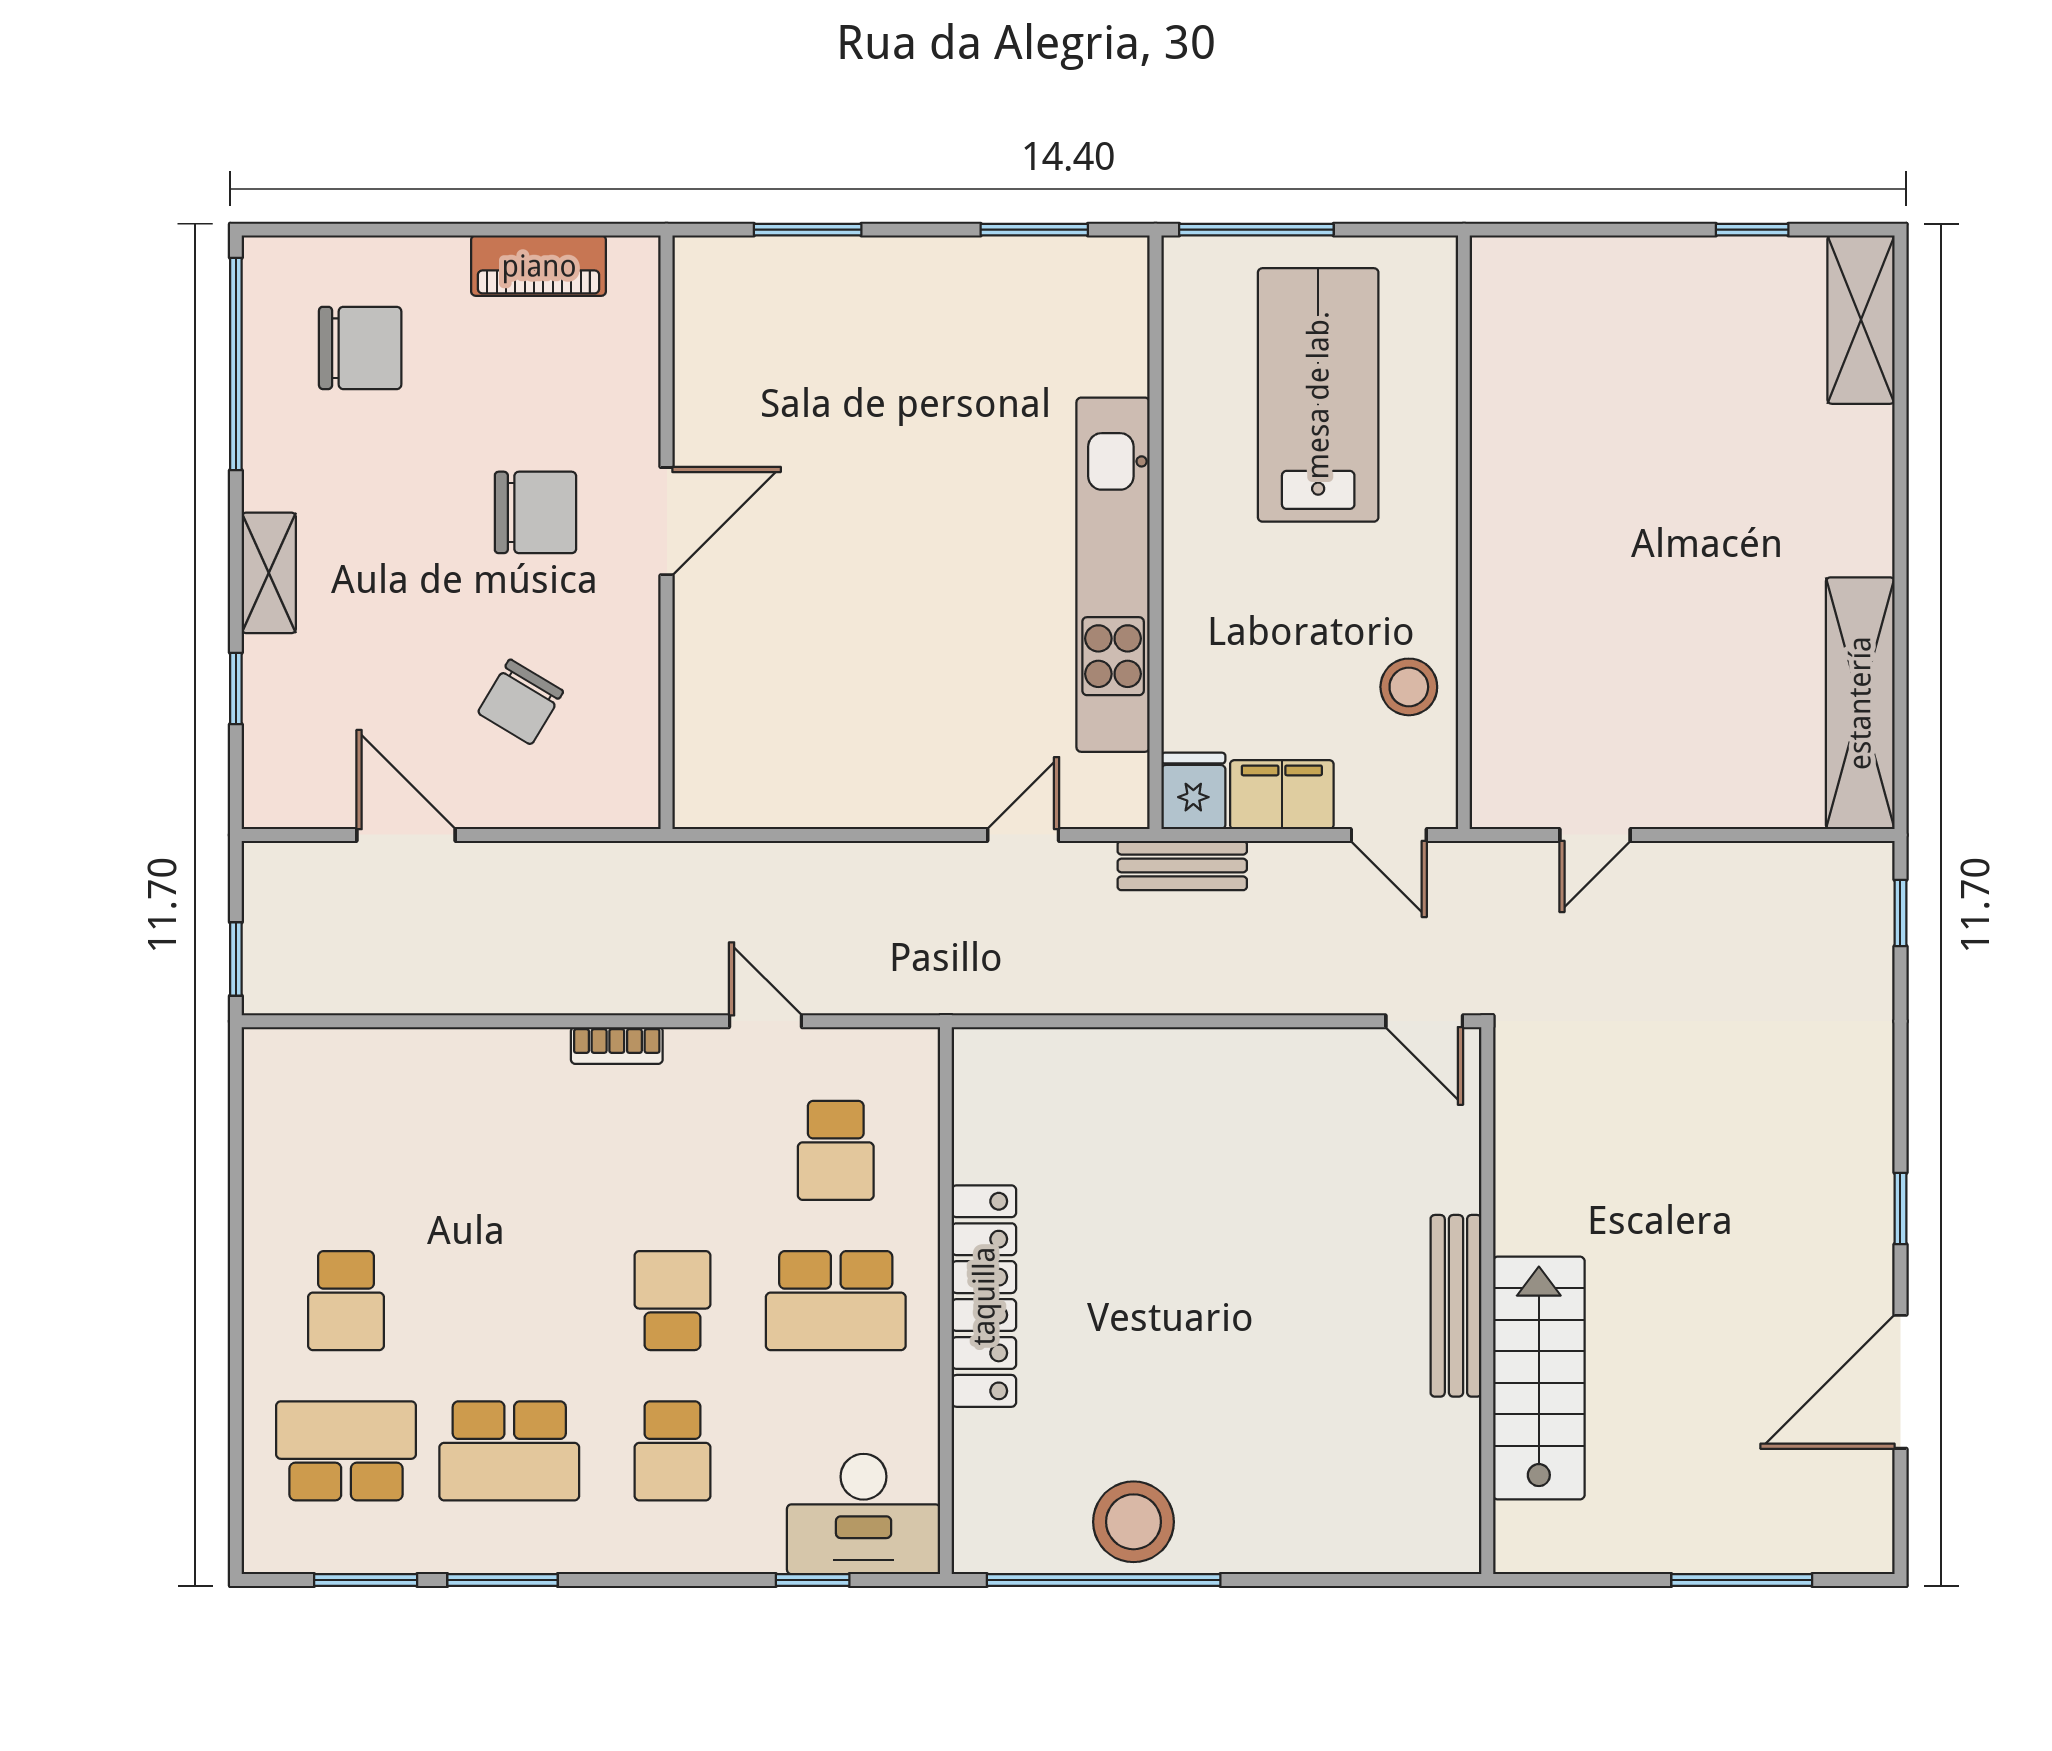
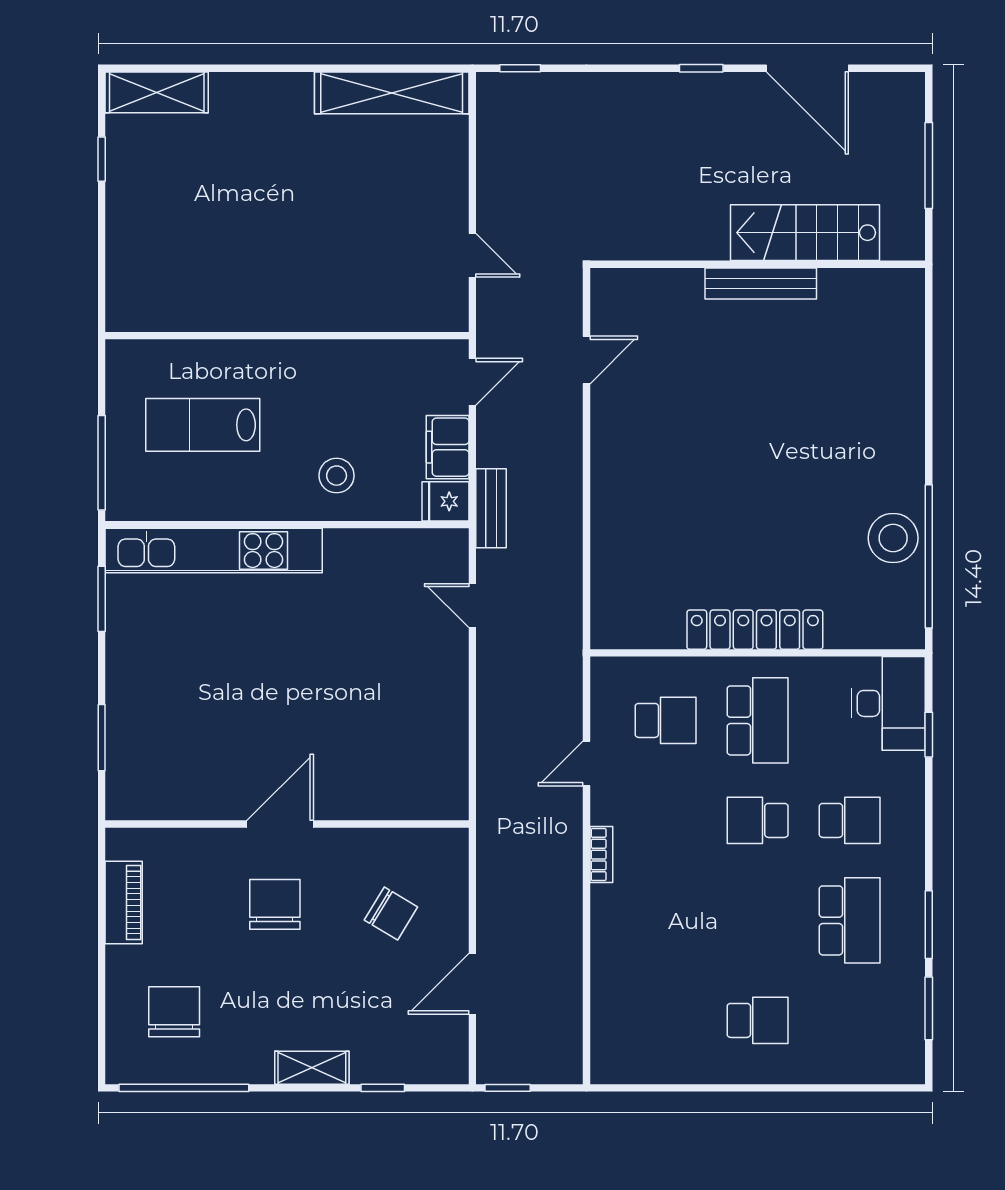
lab bench: (1318, 395) -> (203, 425), width x0.73, depth x0.72
door: (667, 521) -> (280, 824), hinge flipped
kitchen unit: (1113, 575) -> (214, 551), moved
stool: (1409, 687) -> (337, 476), moved
window: (236, 959) -> (508, 1088), moved
wall: (1487, 1301) -> (758, 264), moved
bench: (1456, 1306) -> (761, 283), moved
stairs: (1539, 1378) -> (805, 233), moved
school desk: (346, 1451) -> (850, 1020), removed

